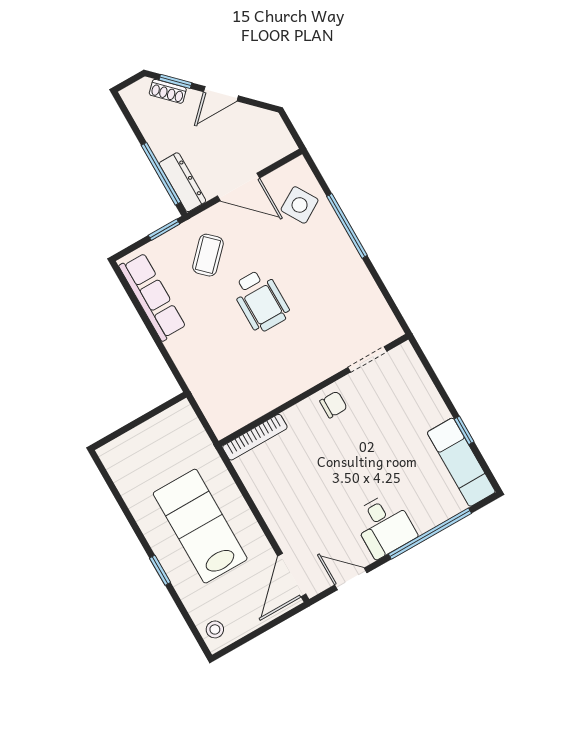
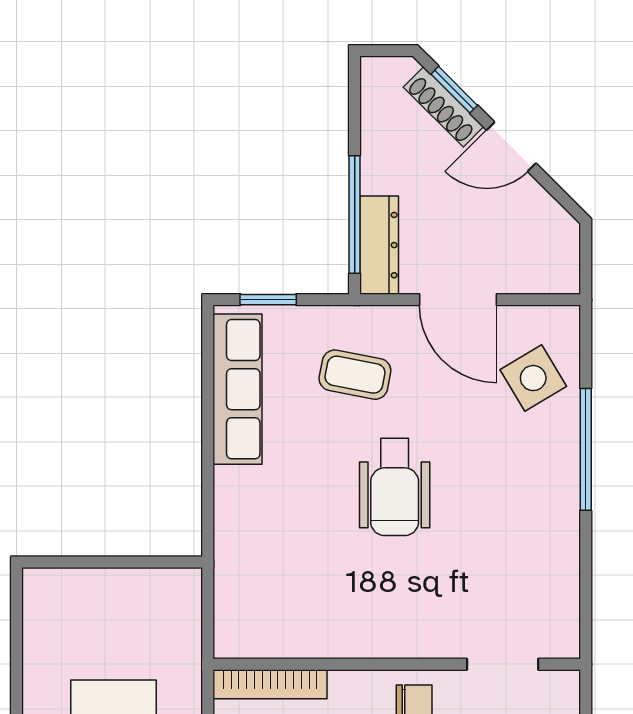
shoe rack: (168, 91) -> (443, 107), width x1.43
window: (164, 230) -> (268, 300), moved
coffee table: (208, 255) -> (355, 375), turned 57

